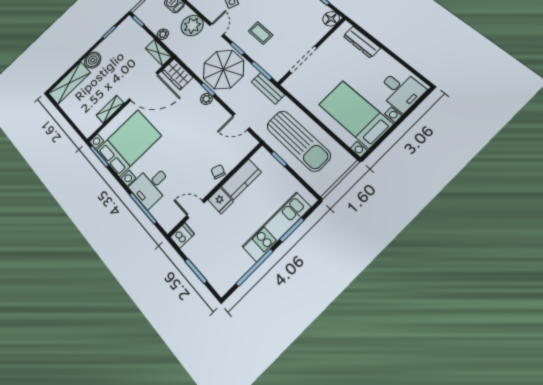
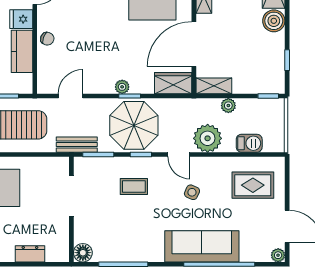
dresser: (362, 42) -> (30, 254), width x0.70

